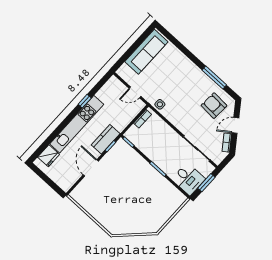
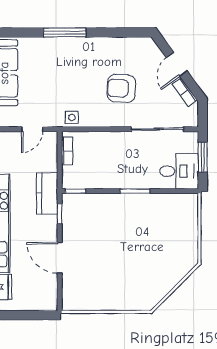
window: (214, 78) -> (65, 33), moved
armchair: (214, 106) -> (121, 88), moved
kitchen counter: (106, 139) -> (47, 193), moved

